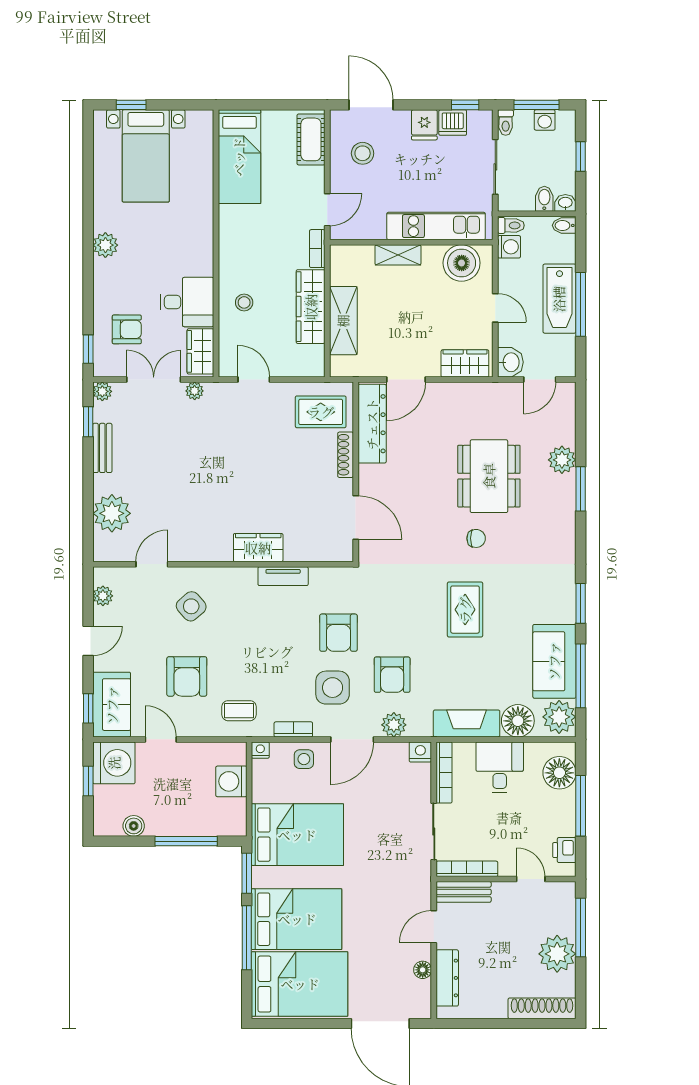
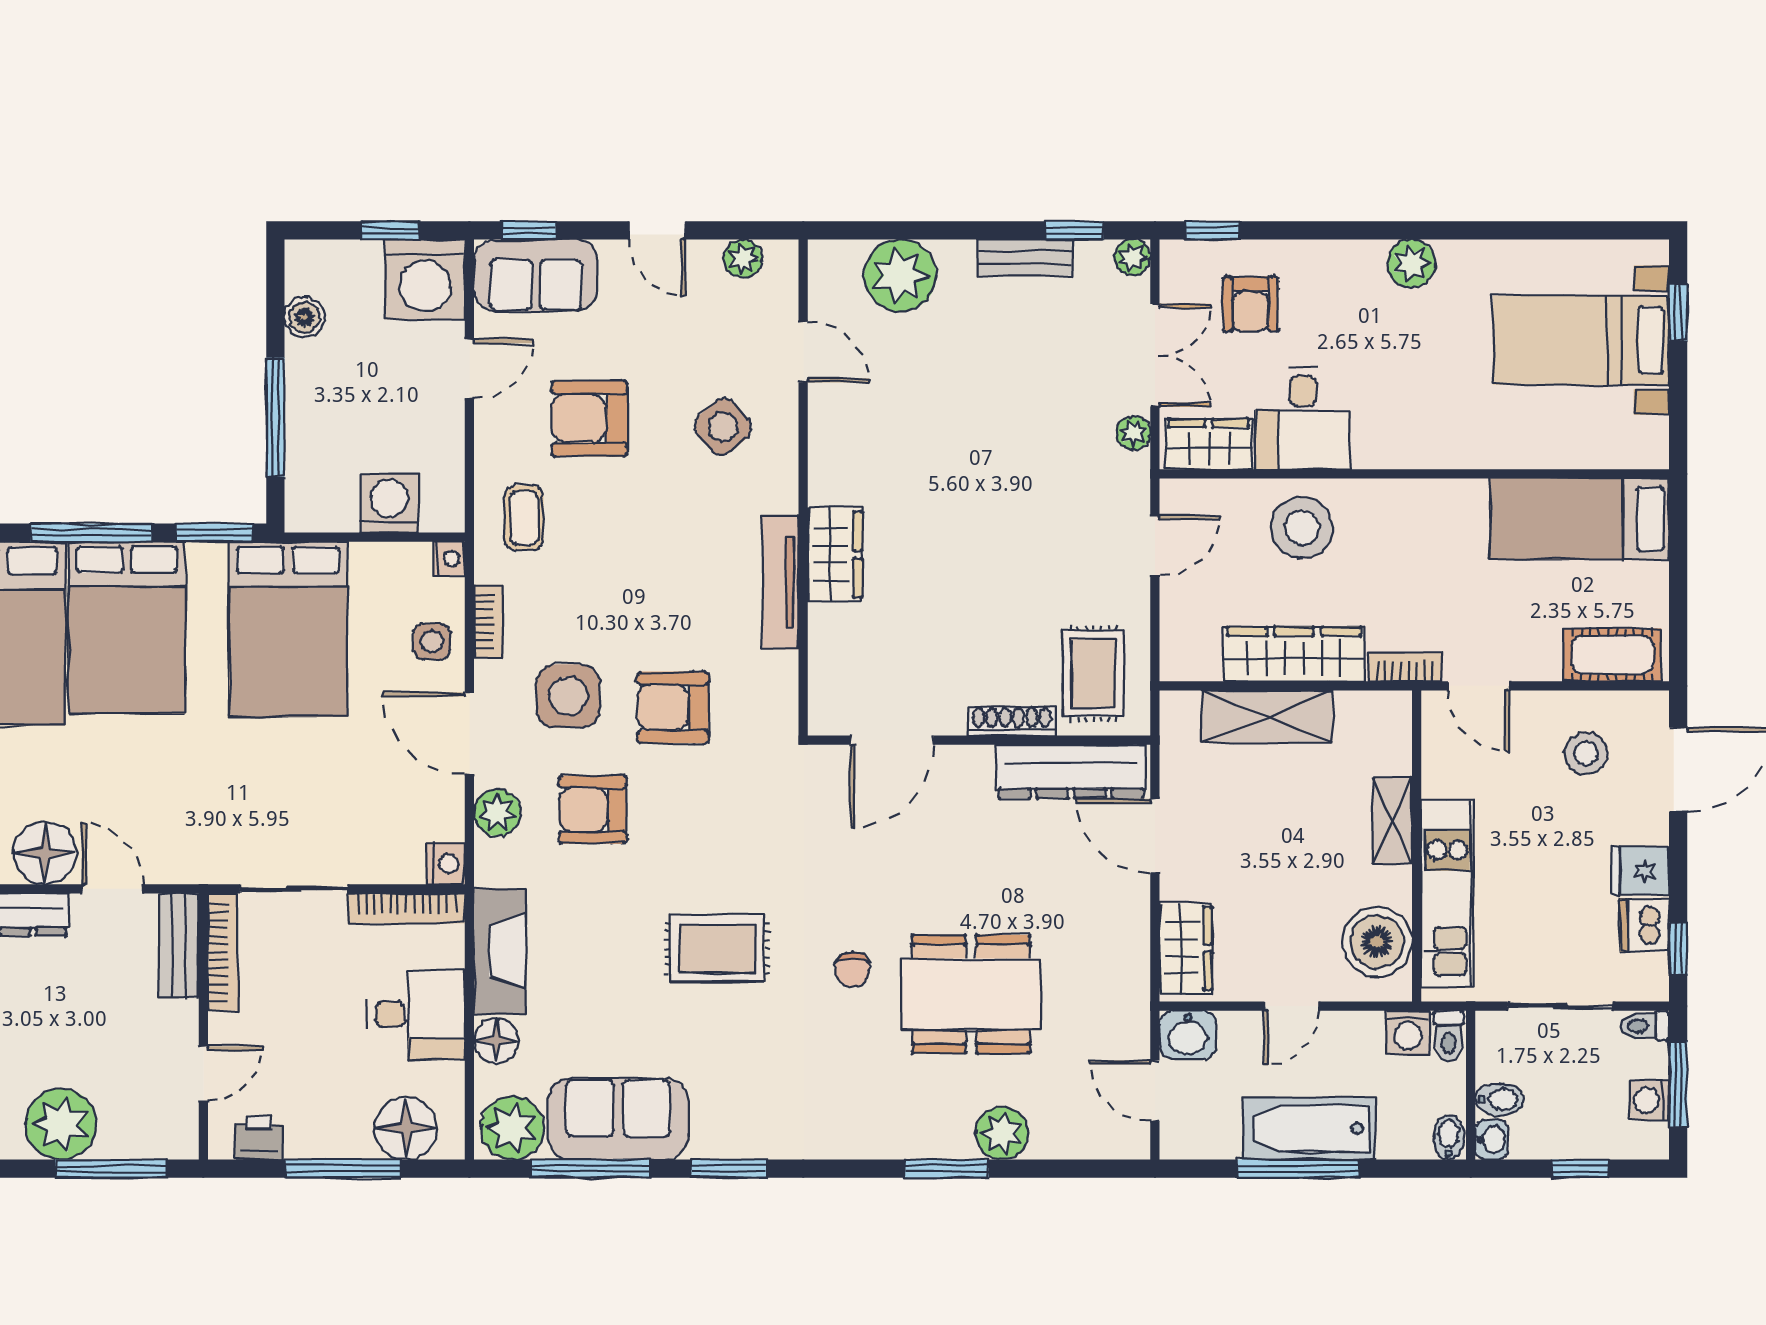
stool: (244, 302) -> (1302, 528), width x1.89, depth x1.89
tv unit: (283, 576) -> (780, 582), width x1.41
floor lamp: (518, 721) -> (496, 1041), width x0.73, depth x0.73
floor lamp: (423, 970) -> (45, 853), width x1.89, depth x1.89

